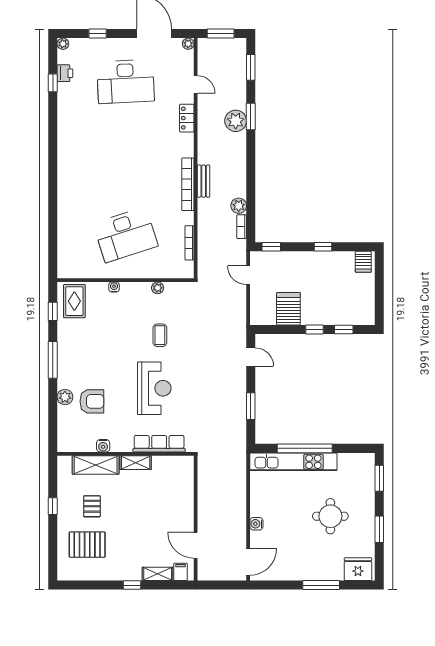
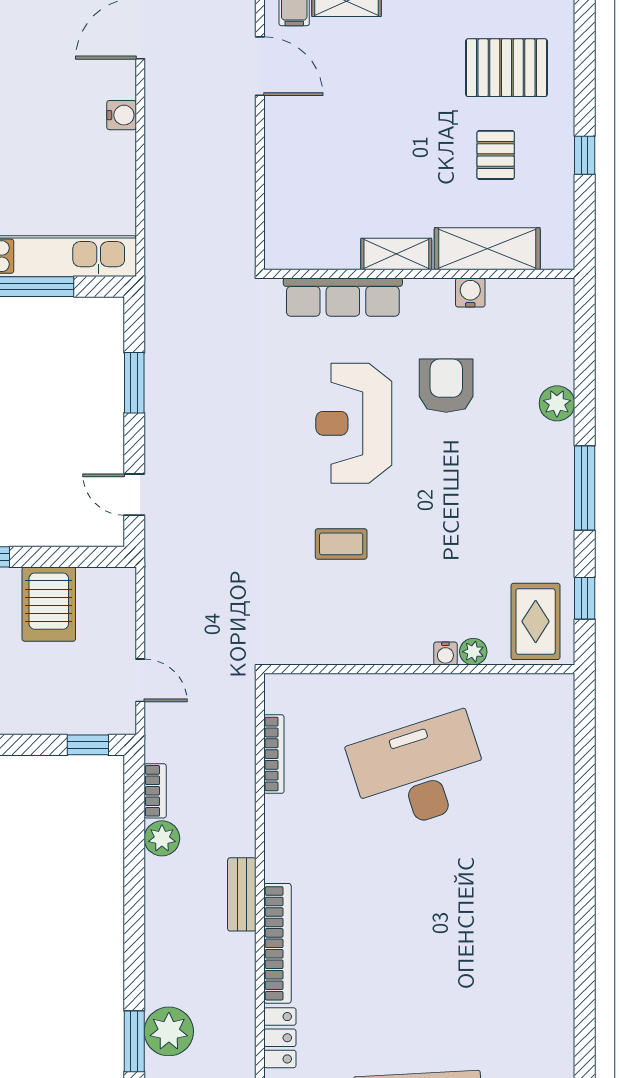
bookcase: (188, 184) -> (277, 943), moved
plant: (158, 288) -> (473, 652), moved
coffee table: (160, 335) -> (341, 544), turned 90
armchair: (92, 401) -> (446, 386), moved, turned 90

